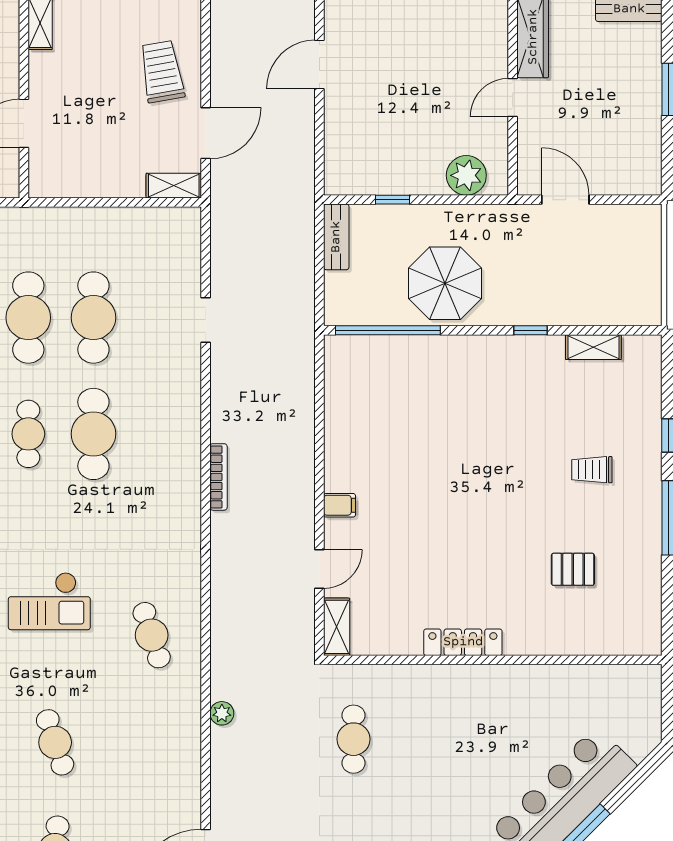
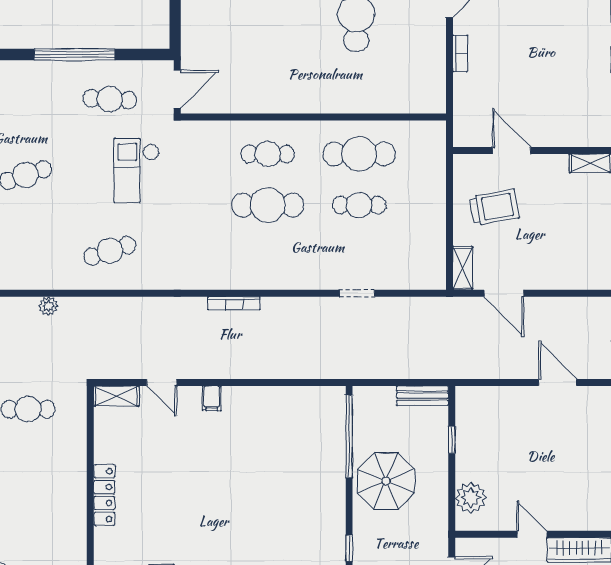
trolley: (162, 72) -> (494, 207), moved
cafe table: (93, 318) -> (359, 205), width x0.73, depth x0.74

